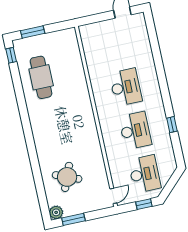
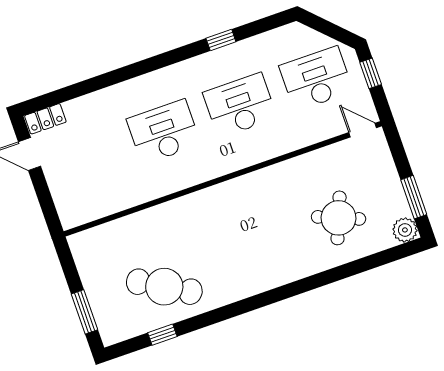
locker: (141, 23) -> (45, 119), added
window: (11, 55) -> (162, 335), moved
cafe table: (41, 77) -> (164, 287), turned 30

